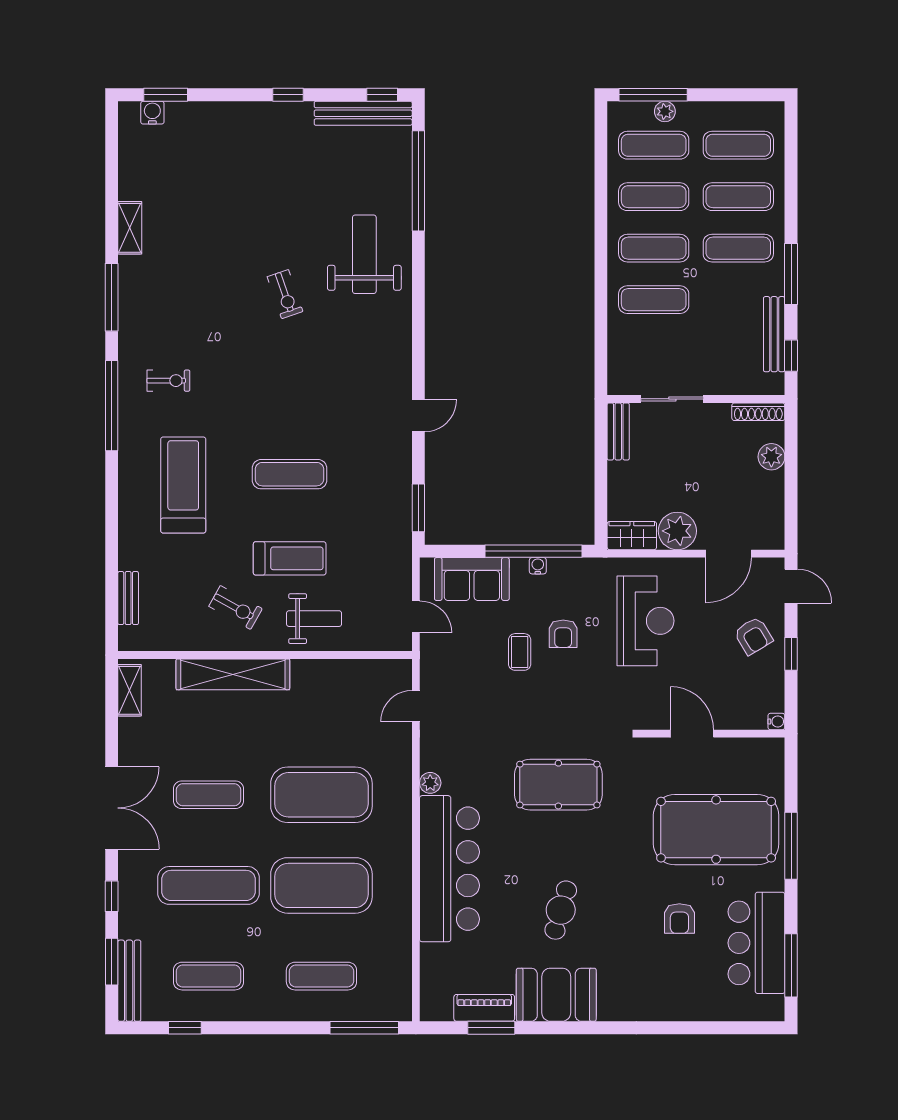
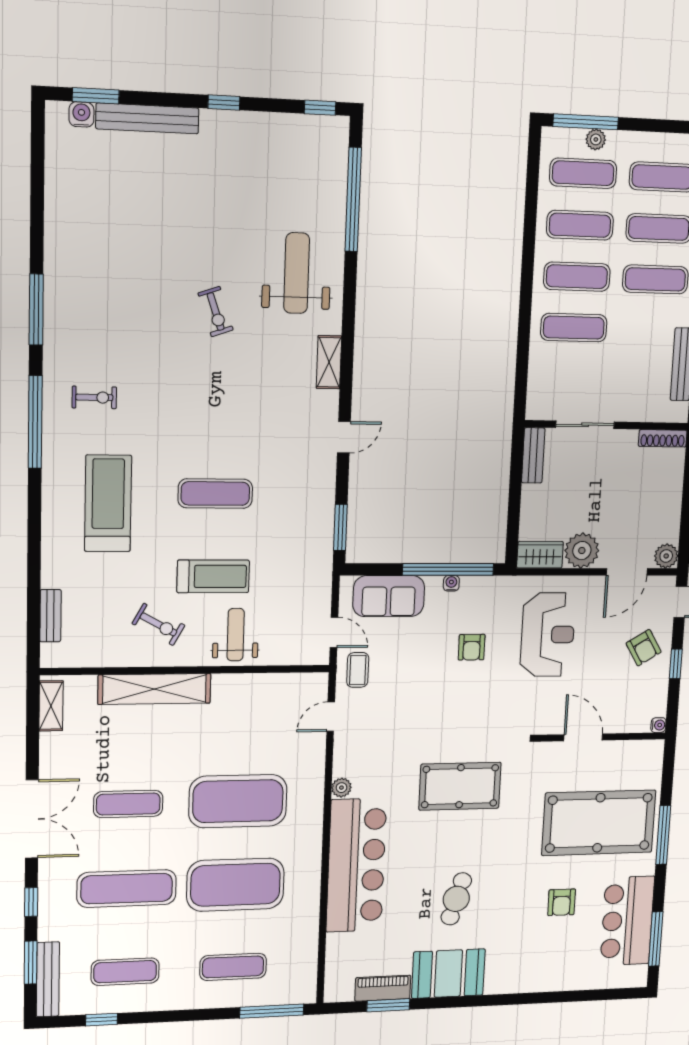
bench: (363, 113) -> (147, 118), moved
shelving: (130, 228) -> (329, 362), moved
plant: (771, 457) -> (666, 556), moved
weight bench: (314, 619) -> (236, 635), turned -90
coffee table: (520, 652) -> (358, 670), moved

